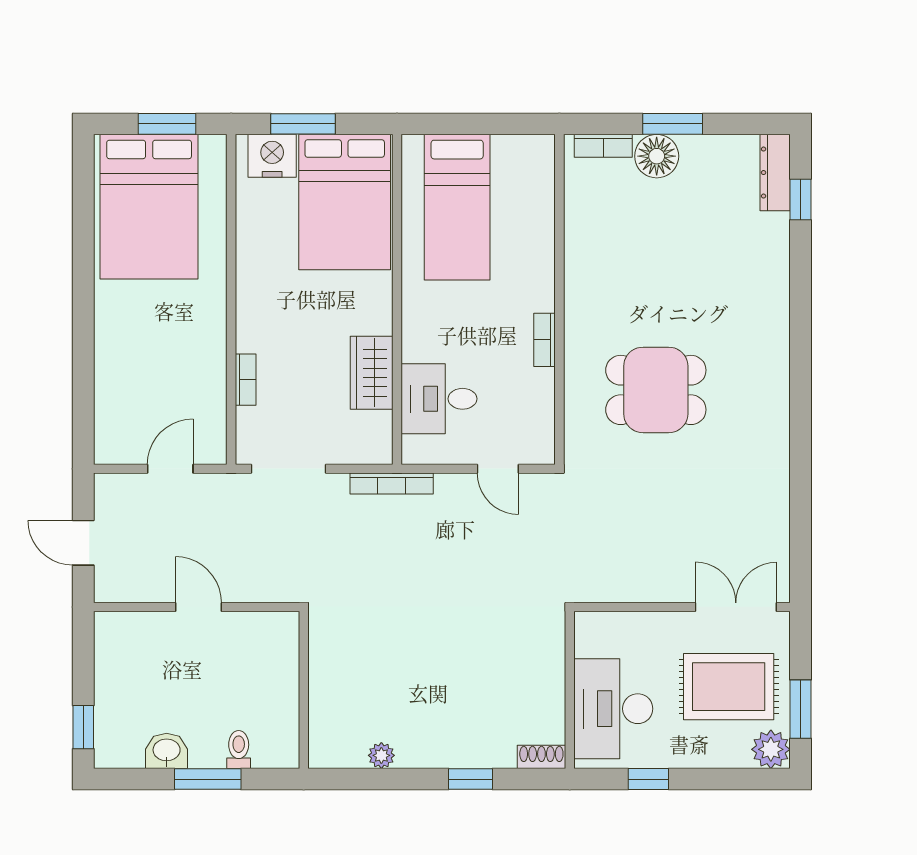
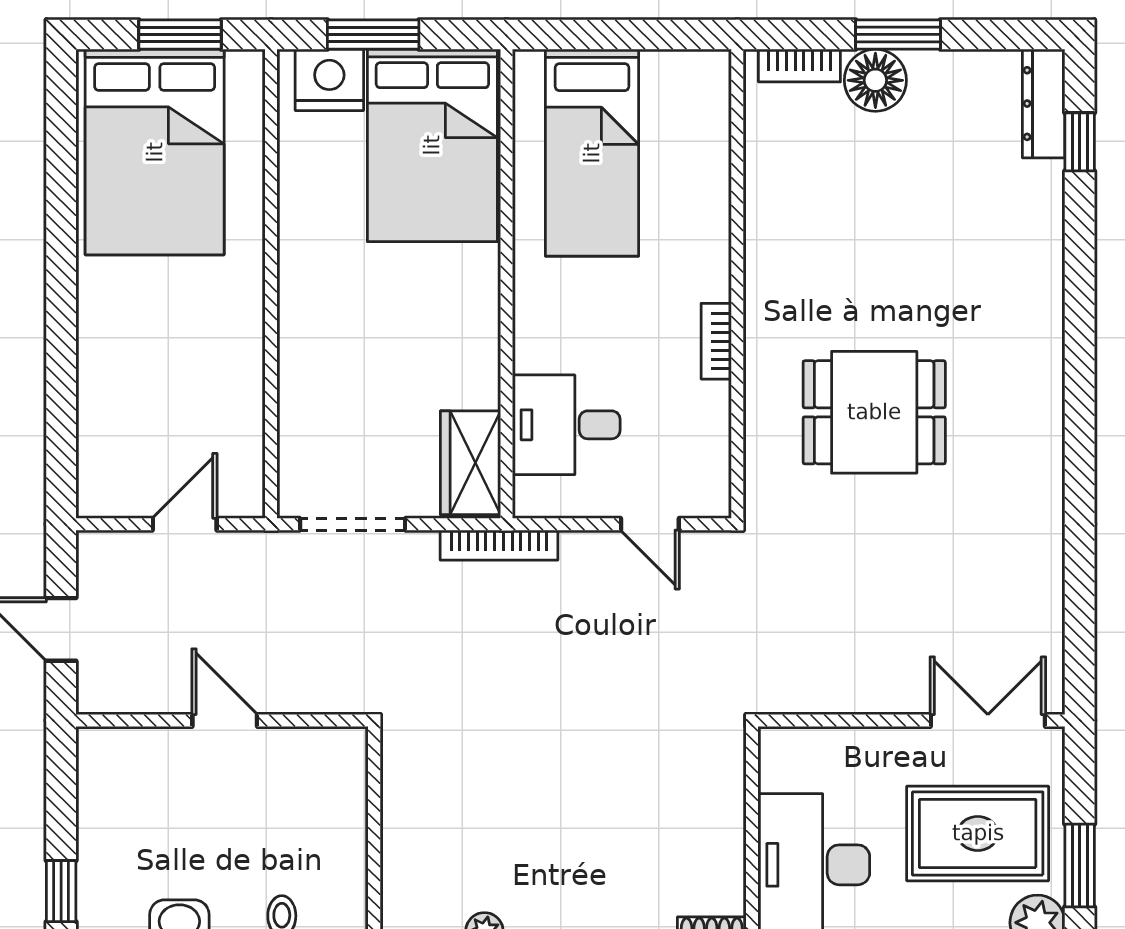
wardrobe: (372, 373) -> (471, 463), moved
bookcase: (246, 380) -> (292, 398), removed

